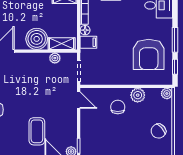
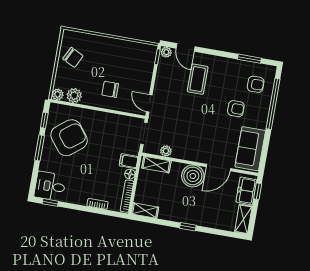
boiler: (37, 39) -> (193, 176), moved
armchair: (149, 54) -> (69, 138), turned 52
plant: (138, 95) -> (74, 96), moved
chair: (118, 107) -> (110, 89), turned 90
chair: (158, 131) -> (73, 57), turned 66

